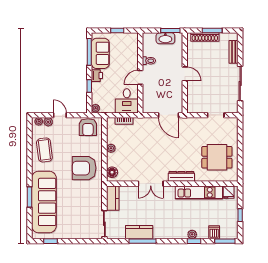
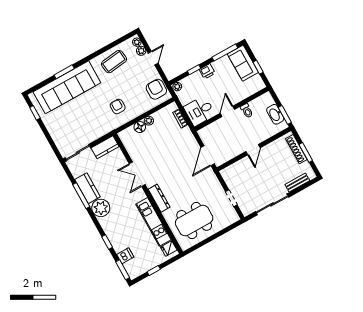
sofa: (100, 53) -> (243, 63), moved, turned 90
door: (140, 77) -> (227, 111), hinge flipped
armchair: (88, 127) -> (156, 89), turned 90
dining table: (217, 157) -> (194, 220), width x1.38
armchair: (84, 168) -> (118, 107), width x0.53, depth x0.53
floor lamp: (112, 172) -> (140, 127), moved
plant: (192, 234) -> (101, 208), moved, width x1.88, depth x1.88

